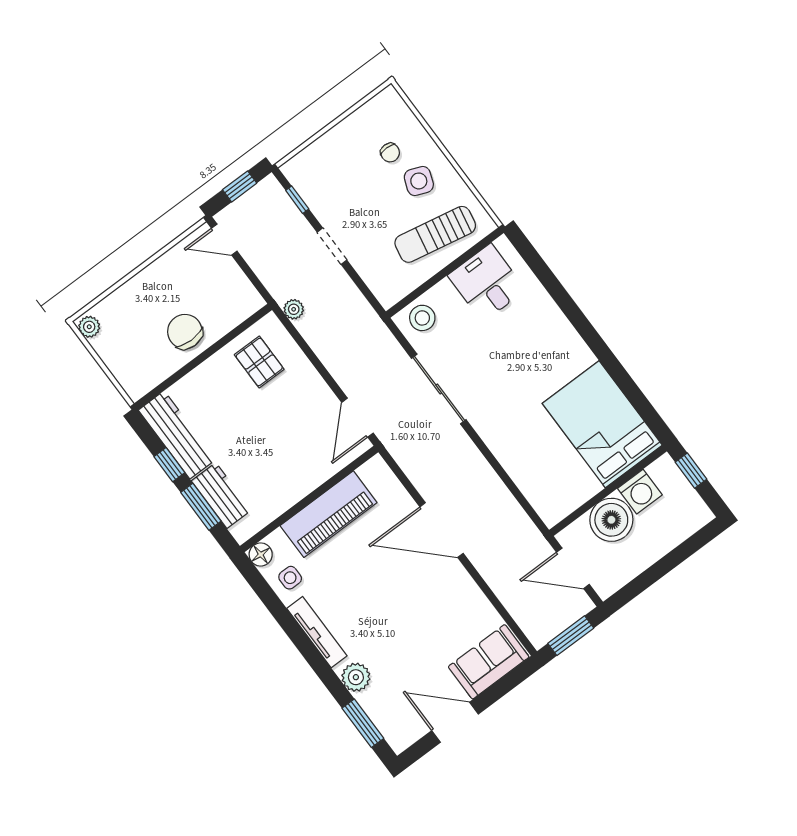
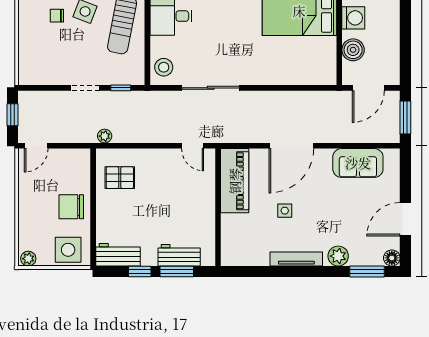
chair: (390, 153) -> (57, 16), turned 180
window: (297, 200) -> (121, 88), moved
side table: (133, 365) -> (68, 250), added
door: (357, 418) -> (193, 146), width x0.73
workbench: (177, 435) -> (118, 255), width x0.73
piano: (329, 514) -> (235, 181), moved
boiler: (611, 520) -> (353, 50), width x0.73, depth x0.73
floor lamp: (261, 554) -> (392, 258), moved
side table: (290, 578) -> (285, 211), moved
sofa: (489, 662) -> (358, 163), moved, turned -90

